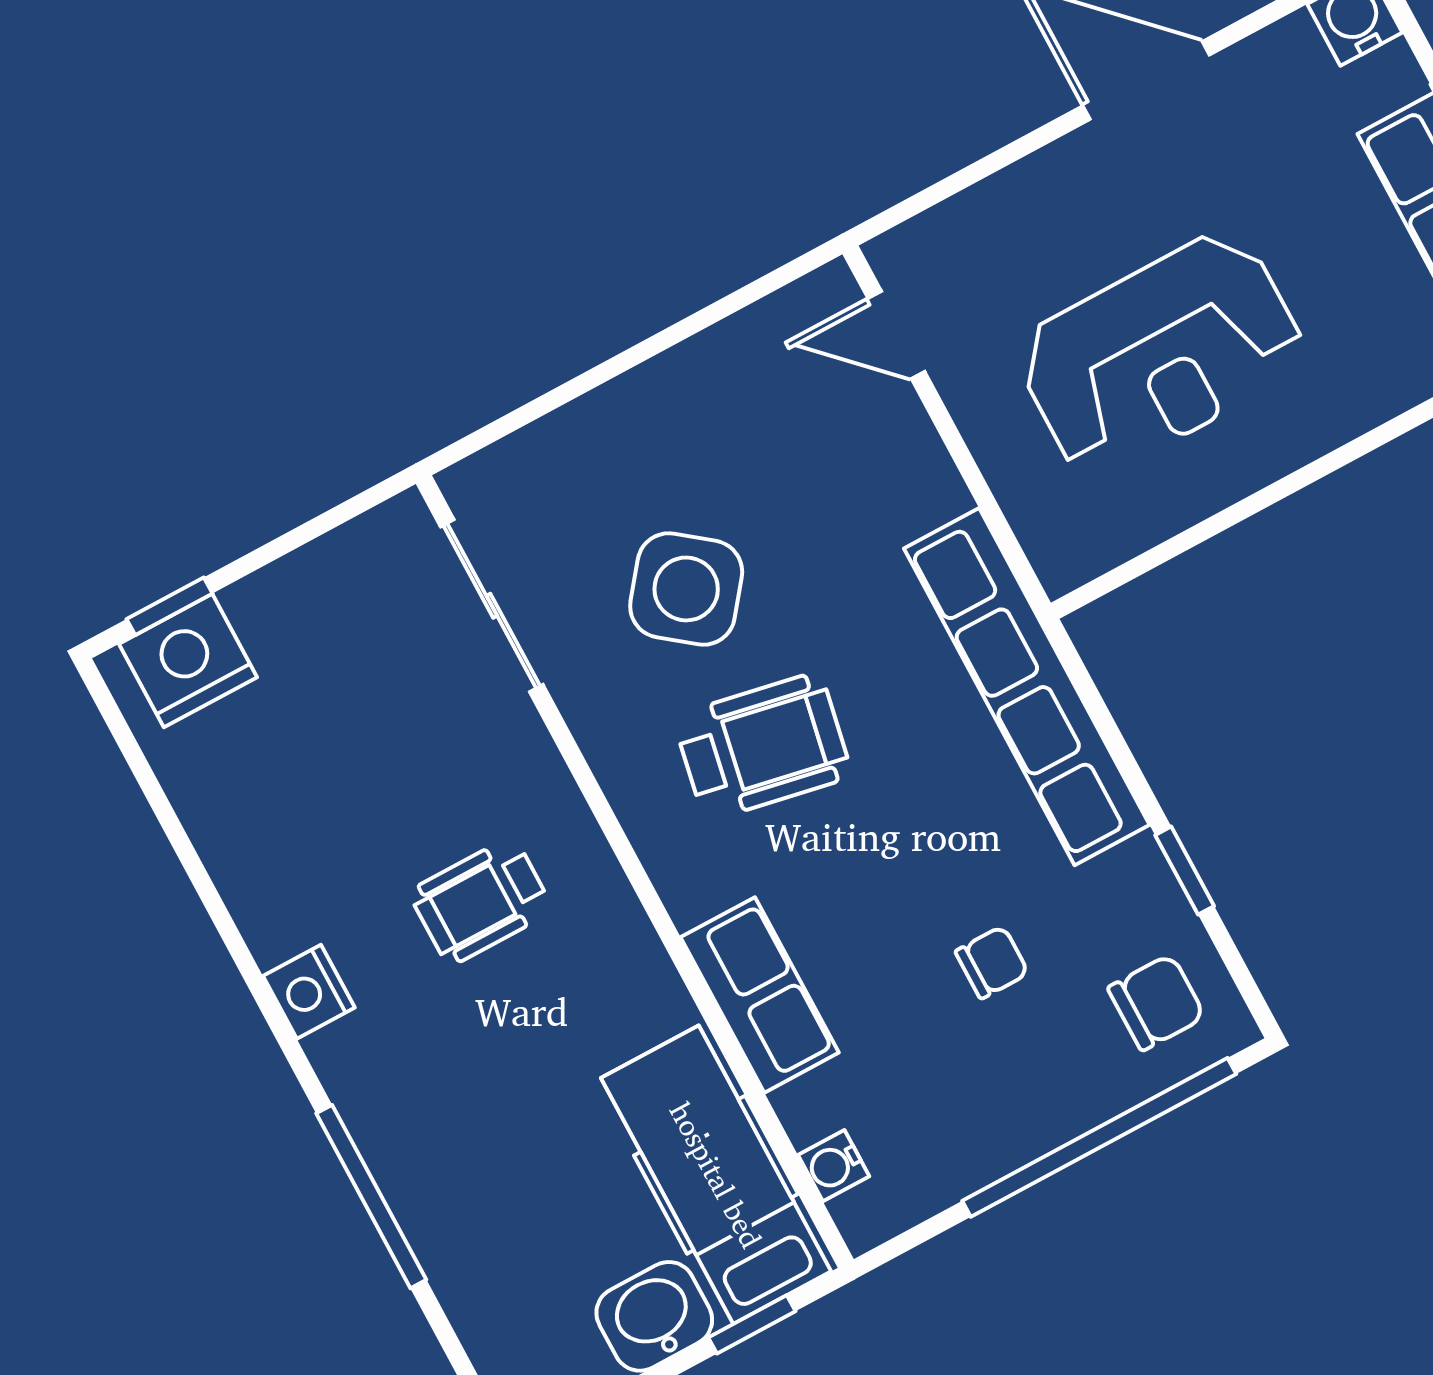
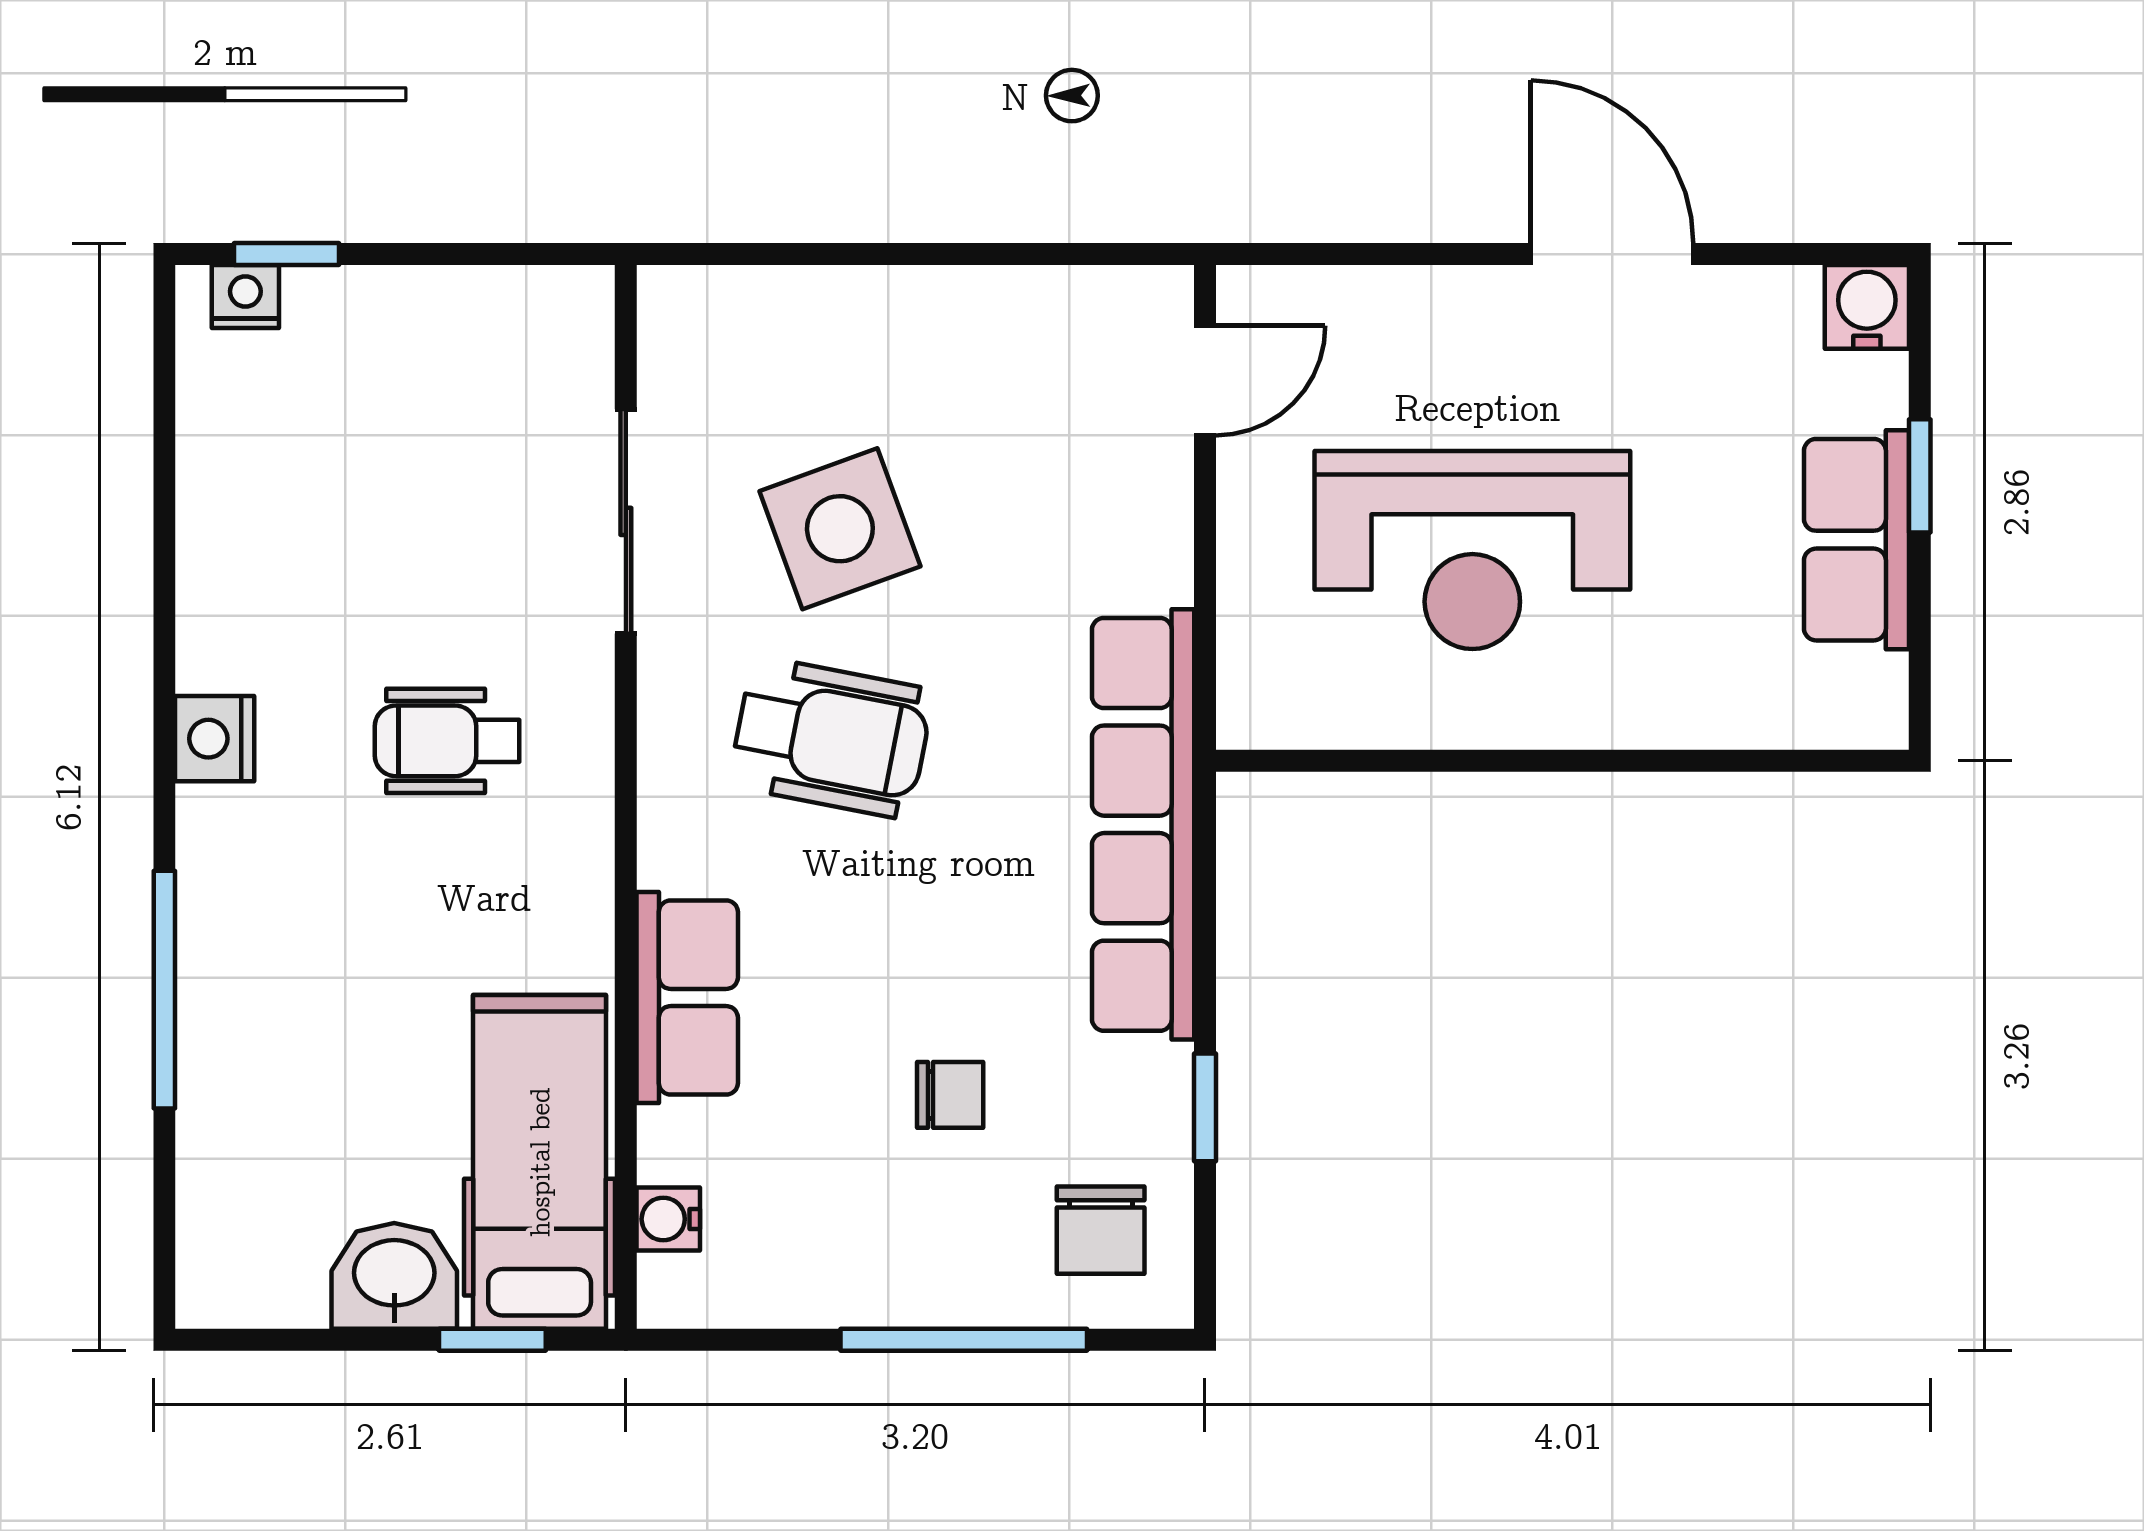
door: (896, 335) -> (1205, 380), swing flipped
side table: (686, 589) -> (840, 529), turned 32
sliding door: (492, 606) -> (626, 521), moved
nightstand: (188, 661) -> (245, 297), width x0.53, depth x0.56
chair: (1156, 1002) -> (1101, 1230), turned 90
window: (1099, 1137) -> (964, 1340), width x0.68

